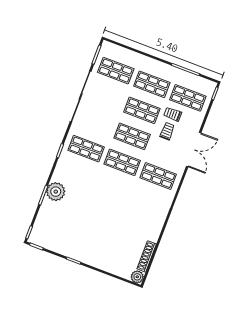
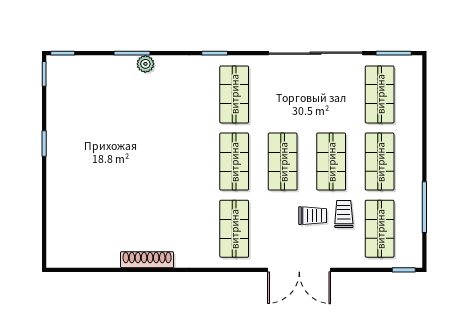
plant: (56, 192) -> (145, 64), width x0.53, depth x0.53
shoe rack: (147, 256) -> (147, 260), moved
plant: (137, 277) -> (57, 257), removed

